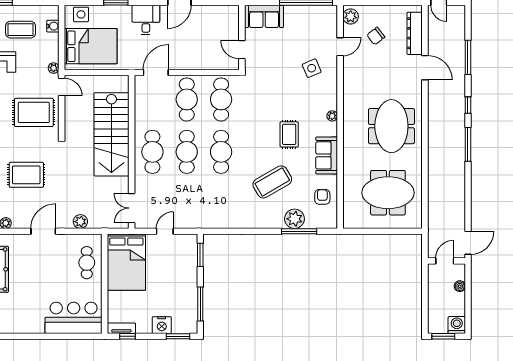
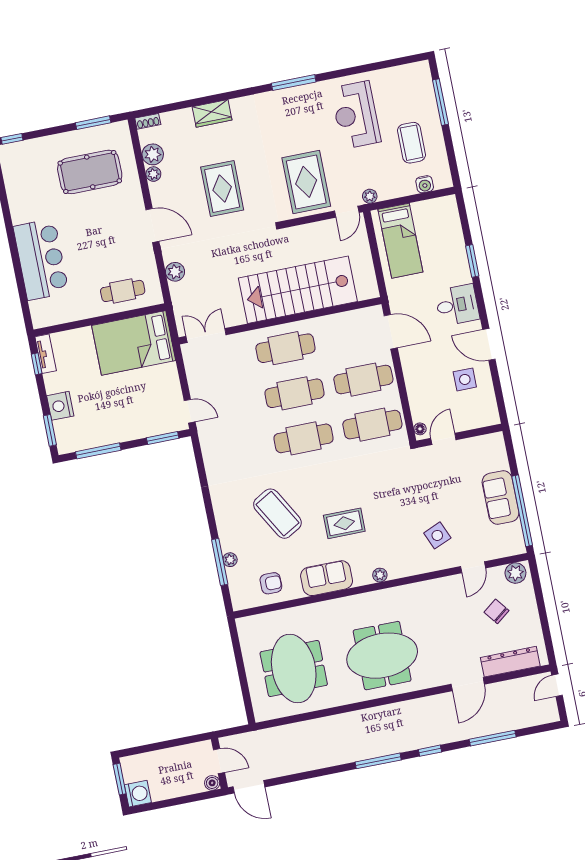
side table: (81, 14) -> (465, 379), moved
sofa: (264, 16) -> (500, 498), moved
bed: (91, 46) -> (400, 241), width x0.67
door: (340, 47) -> (473, 567), hinge flipped
floor lamp: (231, 65) -> (420, 429), added
plant: (295, 219) -> (230, 560), width x0.53, depth x0.53
door: (165, 231) -> (190, 411), moved
boiler: (460, 286) -> (212, 783), moved
bar counter: (74, 318) -> (41, 259), moved

